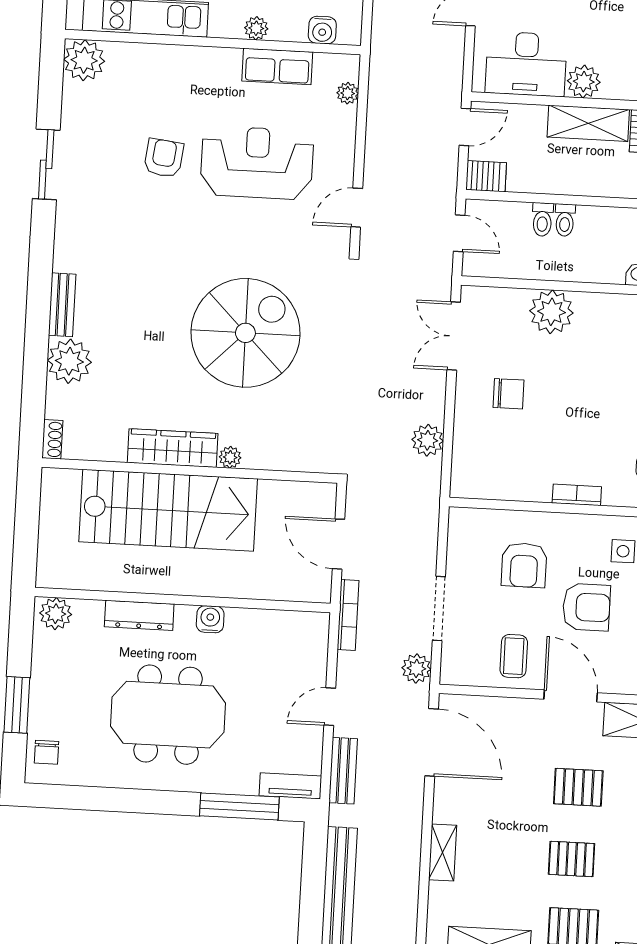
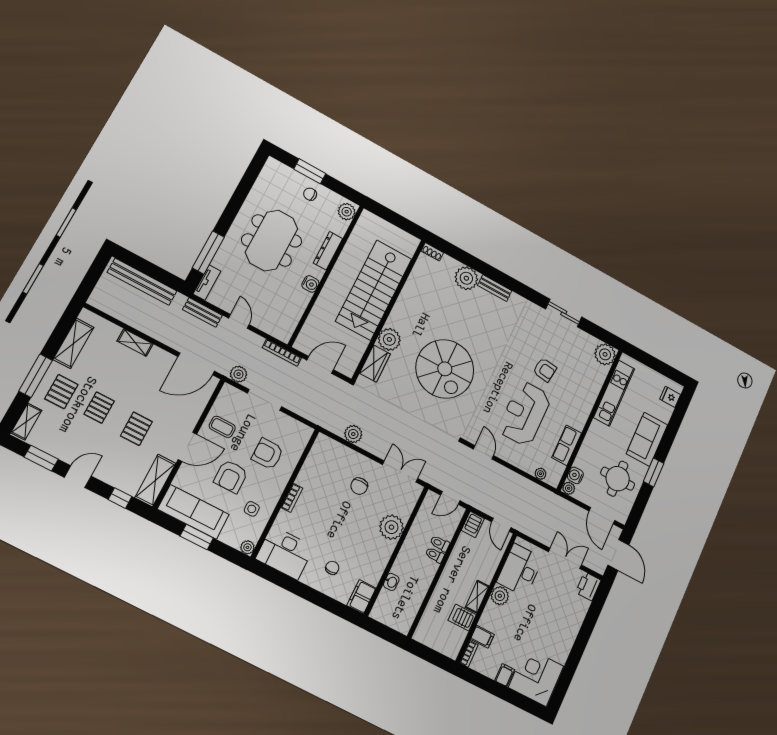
plant: (256, 28) -> (569, 488), moved
shelving: (588, 123) -> (477, 597), width x0.67, depth x0.75
reception desk: (257, 163) -> (525, 414), turned 180
wardrobe: (173, 448) -> (375, 364), moved, width x0.67
plant: (230, 457) -> (389, 339), width x1.88, depth x1.88
chair: (46, 752) -> (310, 194), moved

